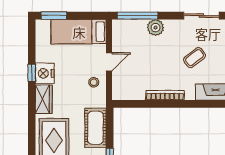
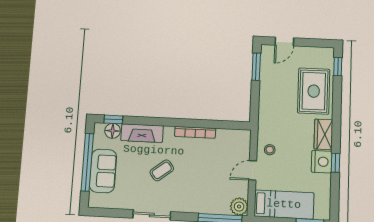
plant: (156, 28) -> (239, 207), moved
cot: (95, 128) -> (270, 102), removed

